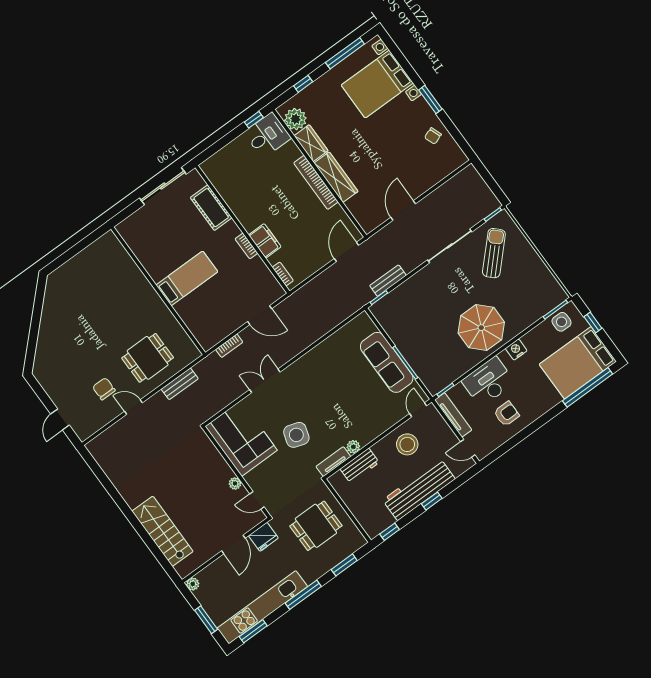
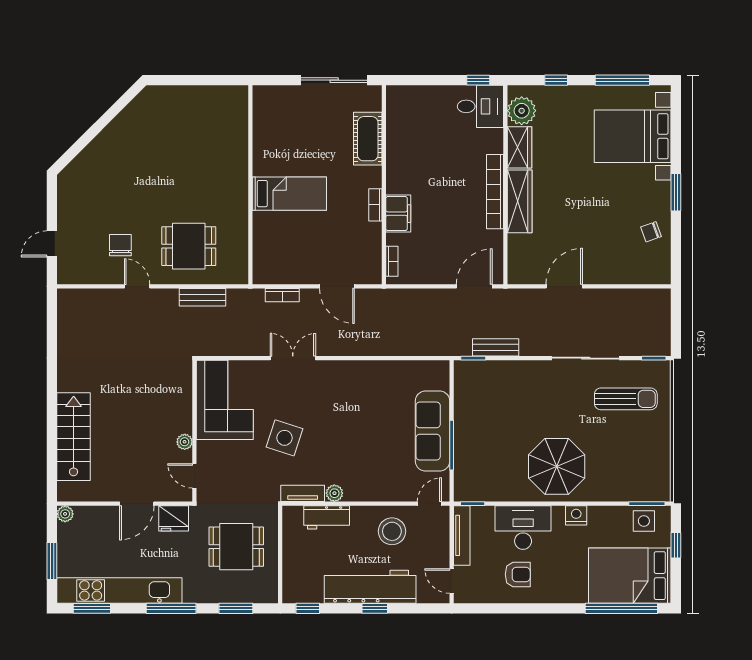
sun lounger: (494, 253) -> (626, 399), turned 46

